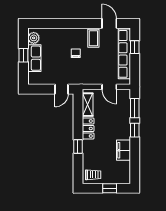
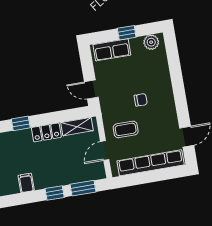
coffee table: (93, 38) -> (126, 129), moved
window: (135, 47) -> (162, 175), removed
row of seats: (34, 58) -> (112, 50), moved
filing cabinet: (124, 150) -> (26, 183), width x0.50

